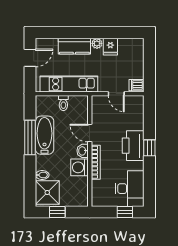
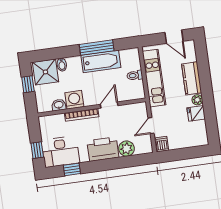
plant: (136, 122) -> (126, 149), added
window: (149, 148) -> (72, 169), moved
washbasin: (83, 151) -> (59, 105), moved

